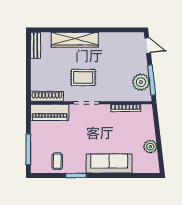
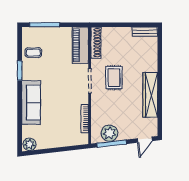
wardrobe: (75, 40) -> (150, 95), moved
plant: (150, 147) -> (30, 144), moved

